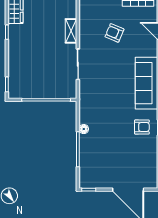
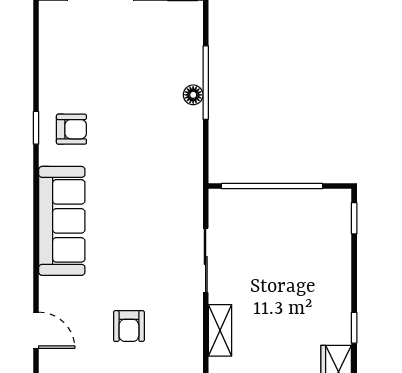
armchair: (114, 33) -> (129, 326), turned 67
armchair: (142, 127) -> (71, 129), turned 180
floor lamp: (84, 129) -> (193, 95), moved

